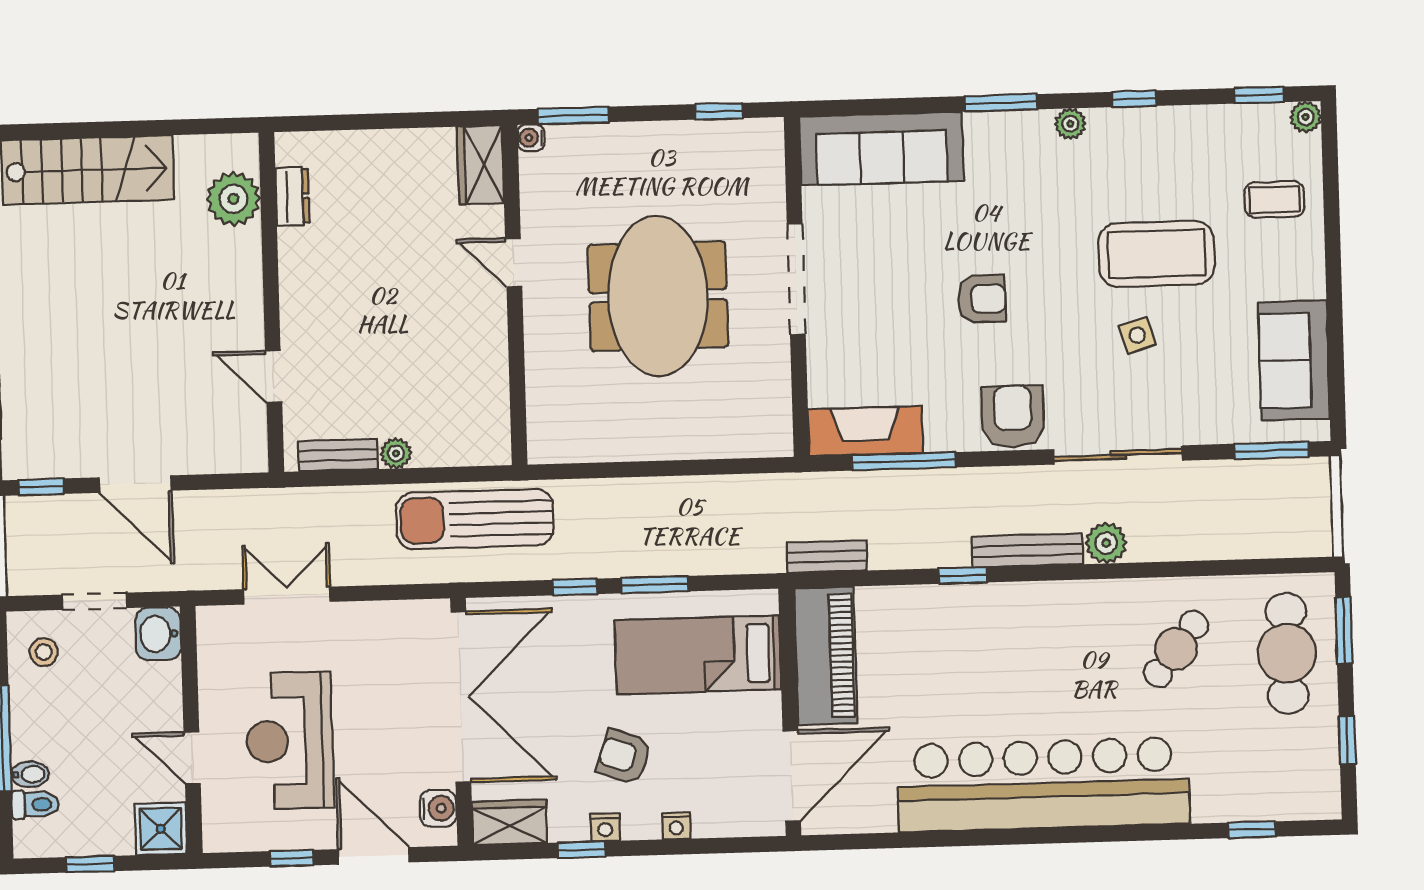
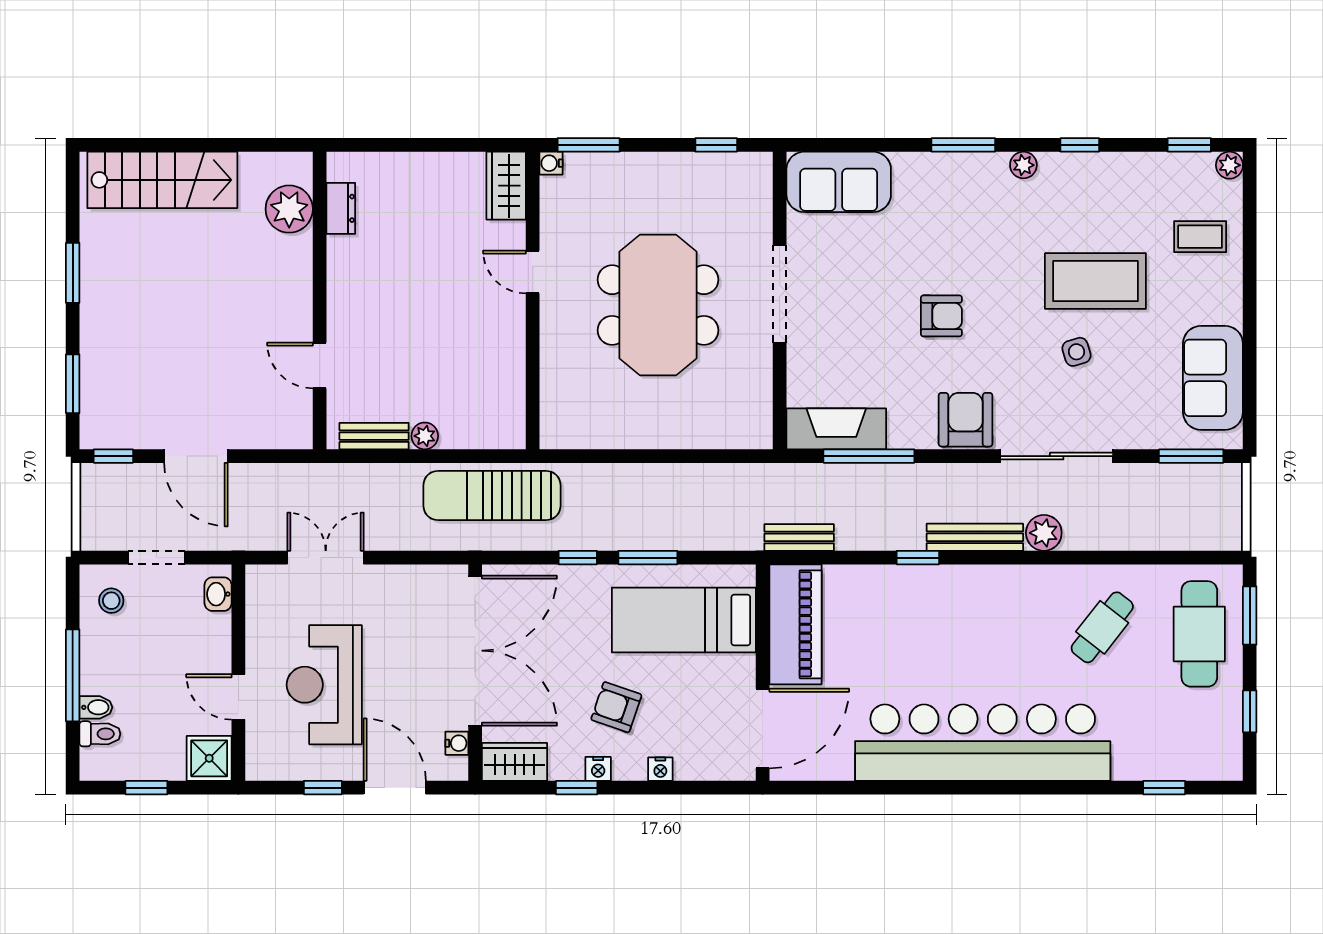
sofa: (882, 149) -> (839, 182), width x0.73
washbasin: (158, 634) -> (218, 594), width x0.72, depth x0.69
water cooler: (438, 808) -> (457, 743), width x0.72, depth x0.72

